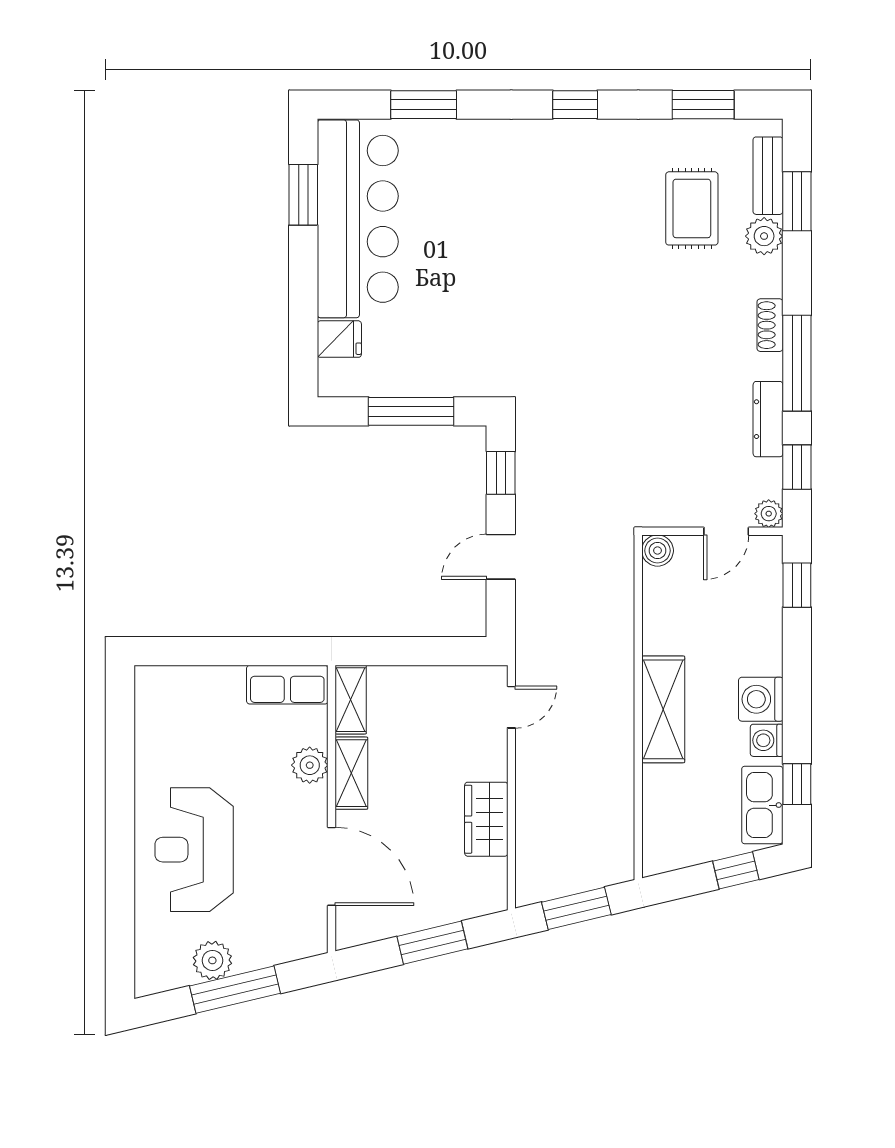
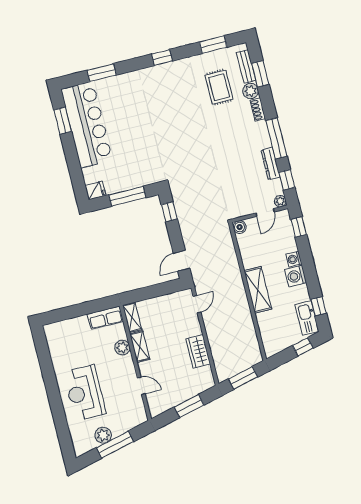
shoe rack: (770, 325) -> (258, 110), moved
fridge: (339, 339) -> (95, 190), moved
door: (501, 557) -> (182, 261), moved
washing machine: (767, 740) -> (294, 259), moved
door: (332, 866) -> (141, 386), width x0.53

